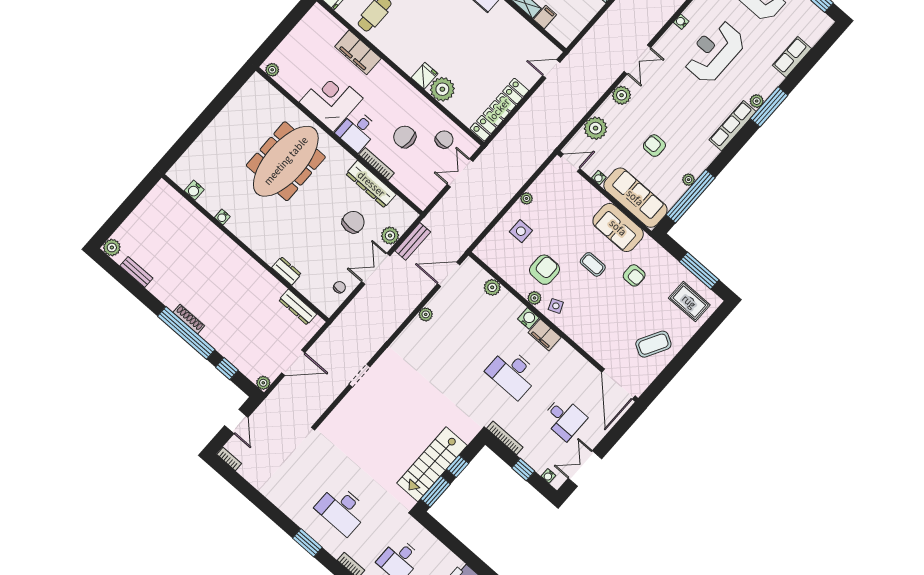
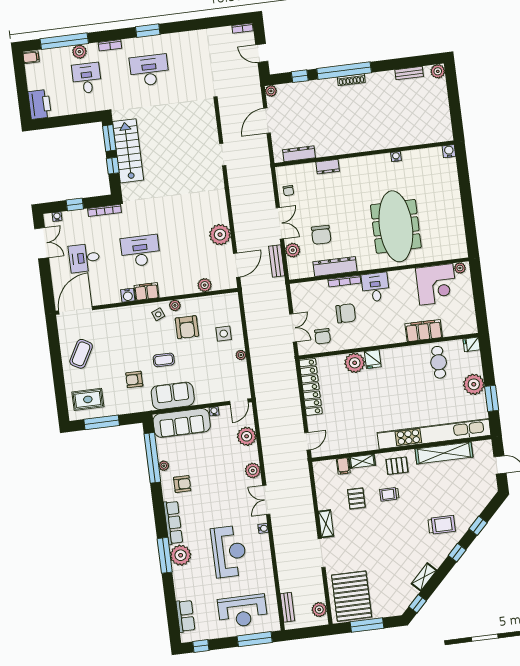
water cooler: (681, 22) -> (263, 528), moved
row of seats: (792, 57) -> (185, 616), moved
corner desk: (331, 100) -> (436, 284), moved
plant: (757, 101) -> (181, 555), width x1.87, depth x1.87
armchair: (654, 146) -> (182, 484), moved
water cooler: (194, 190) -> (449, 151), moved
plant: (426, 314) -> (220, 235), width x1.87, depth x1.87
water cooler: (528, 318) -> (128, 295), moved
door: (618, 384) -> (76, 310), hinge flipped

